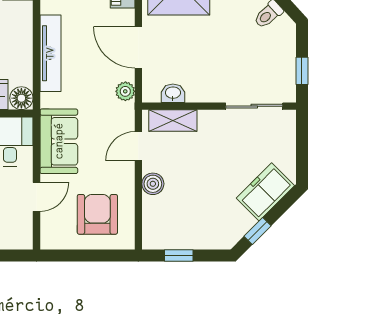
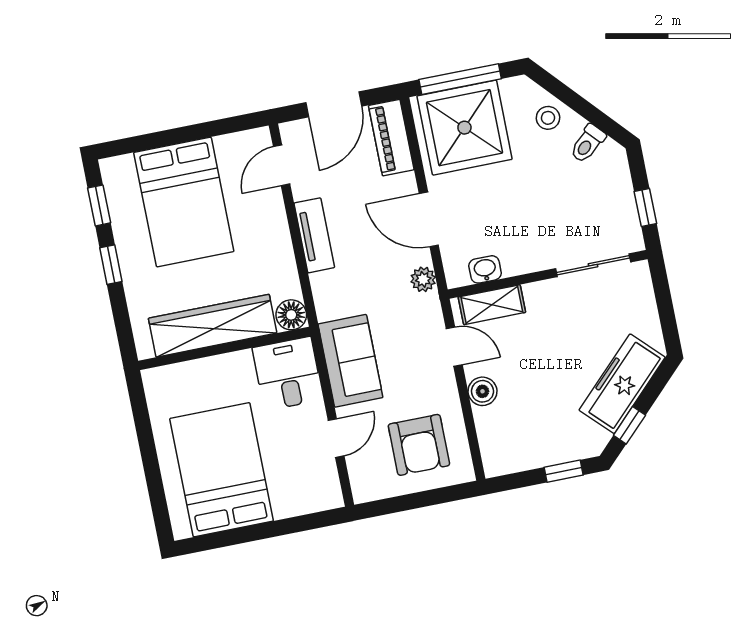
tv unit: (50, 53) -> (314, 235), width x0.71
door: (138, 146) -> (454, 347), swing flipped
freezer: (265, 192) -> (622, 384), width x1.40
armchair: (97, 214) -> (419, 445), turned 180
window: (179, 255) -> (564, 471), moved

